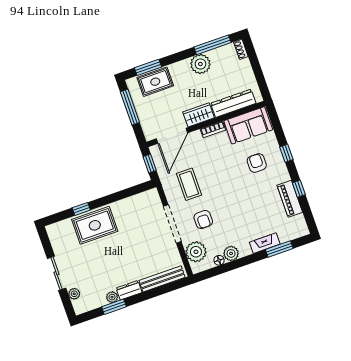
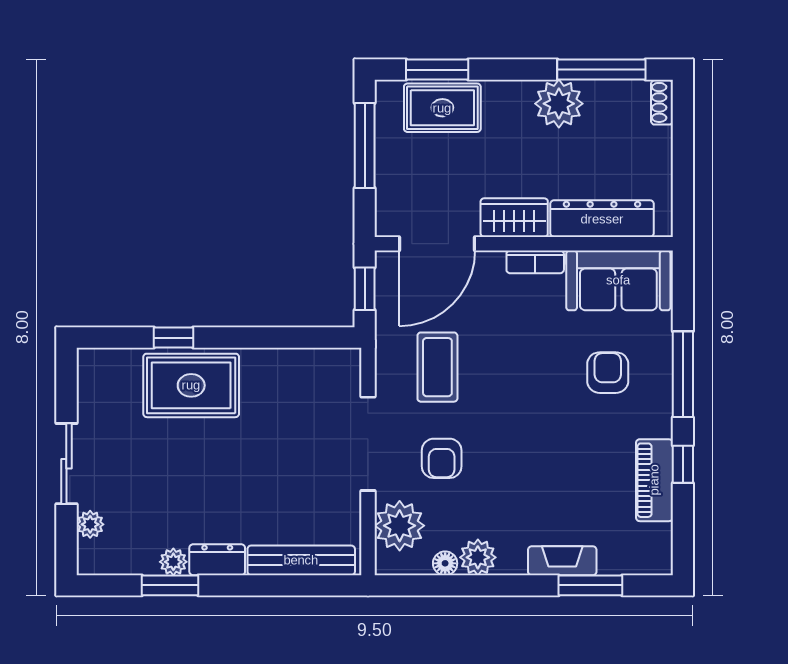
window: (286, 153) -> (683, 374), width x2.17

